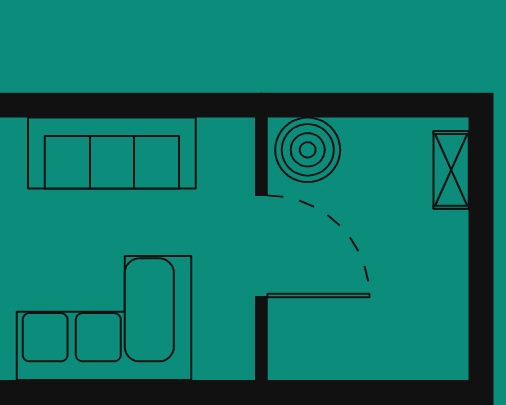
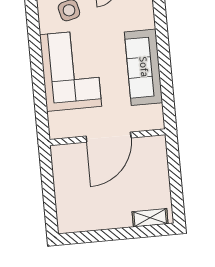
boiler: (308, 150) -> (153, 154), removed

